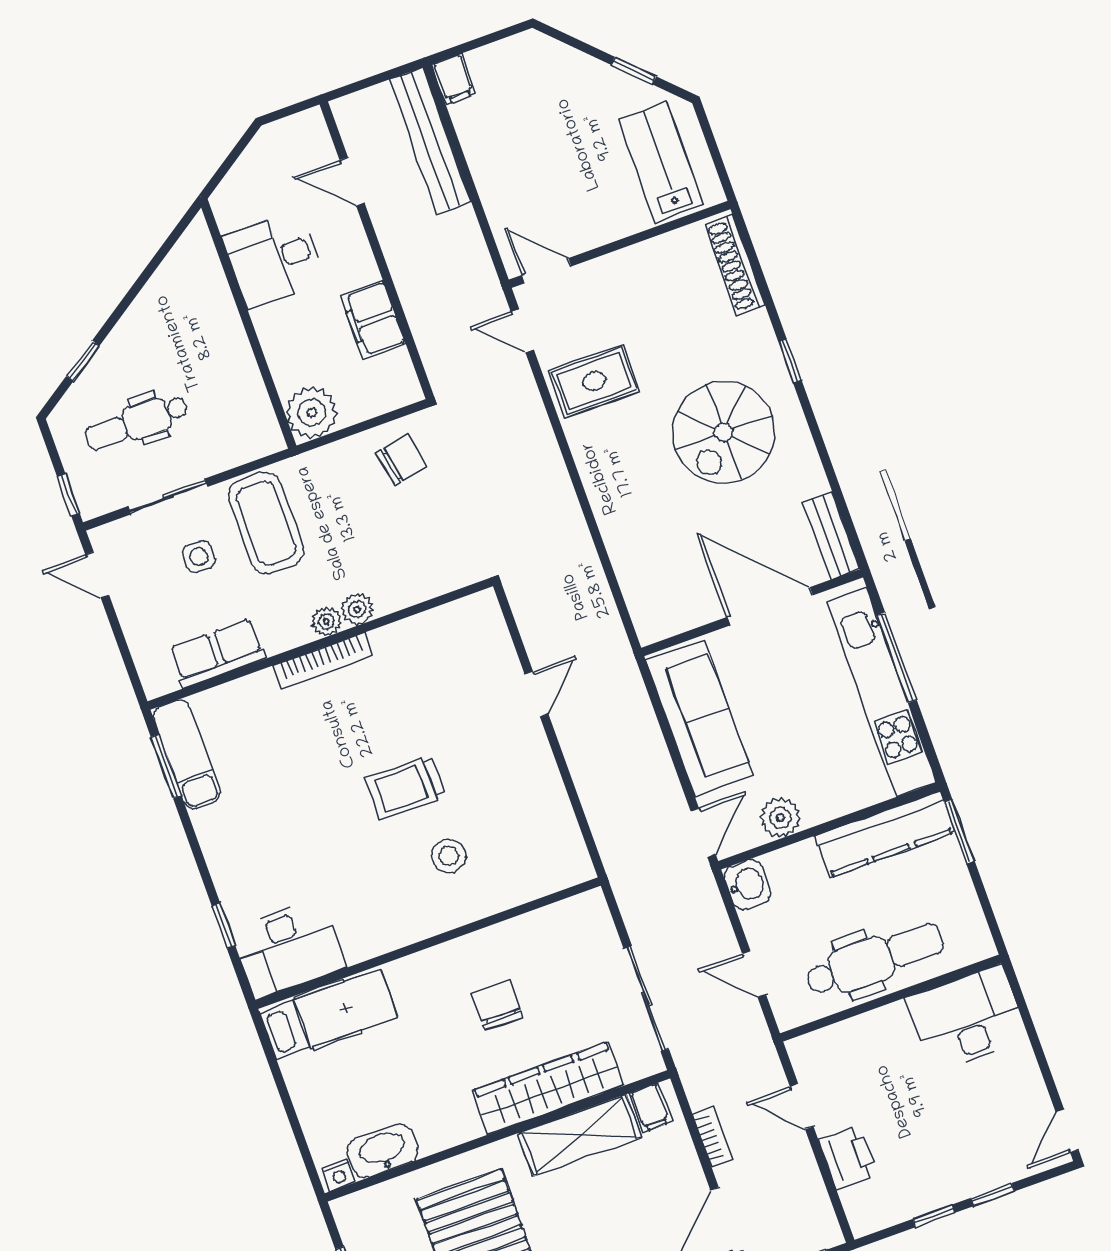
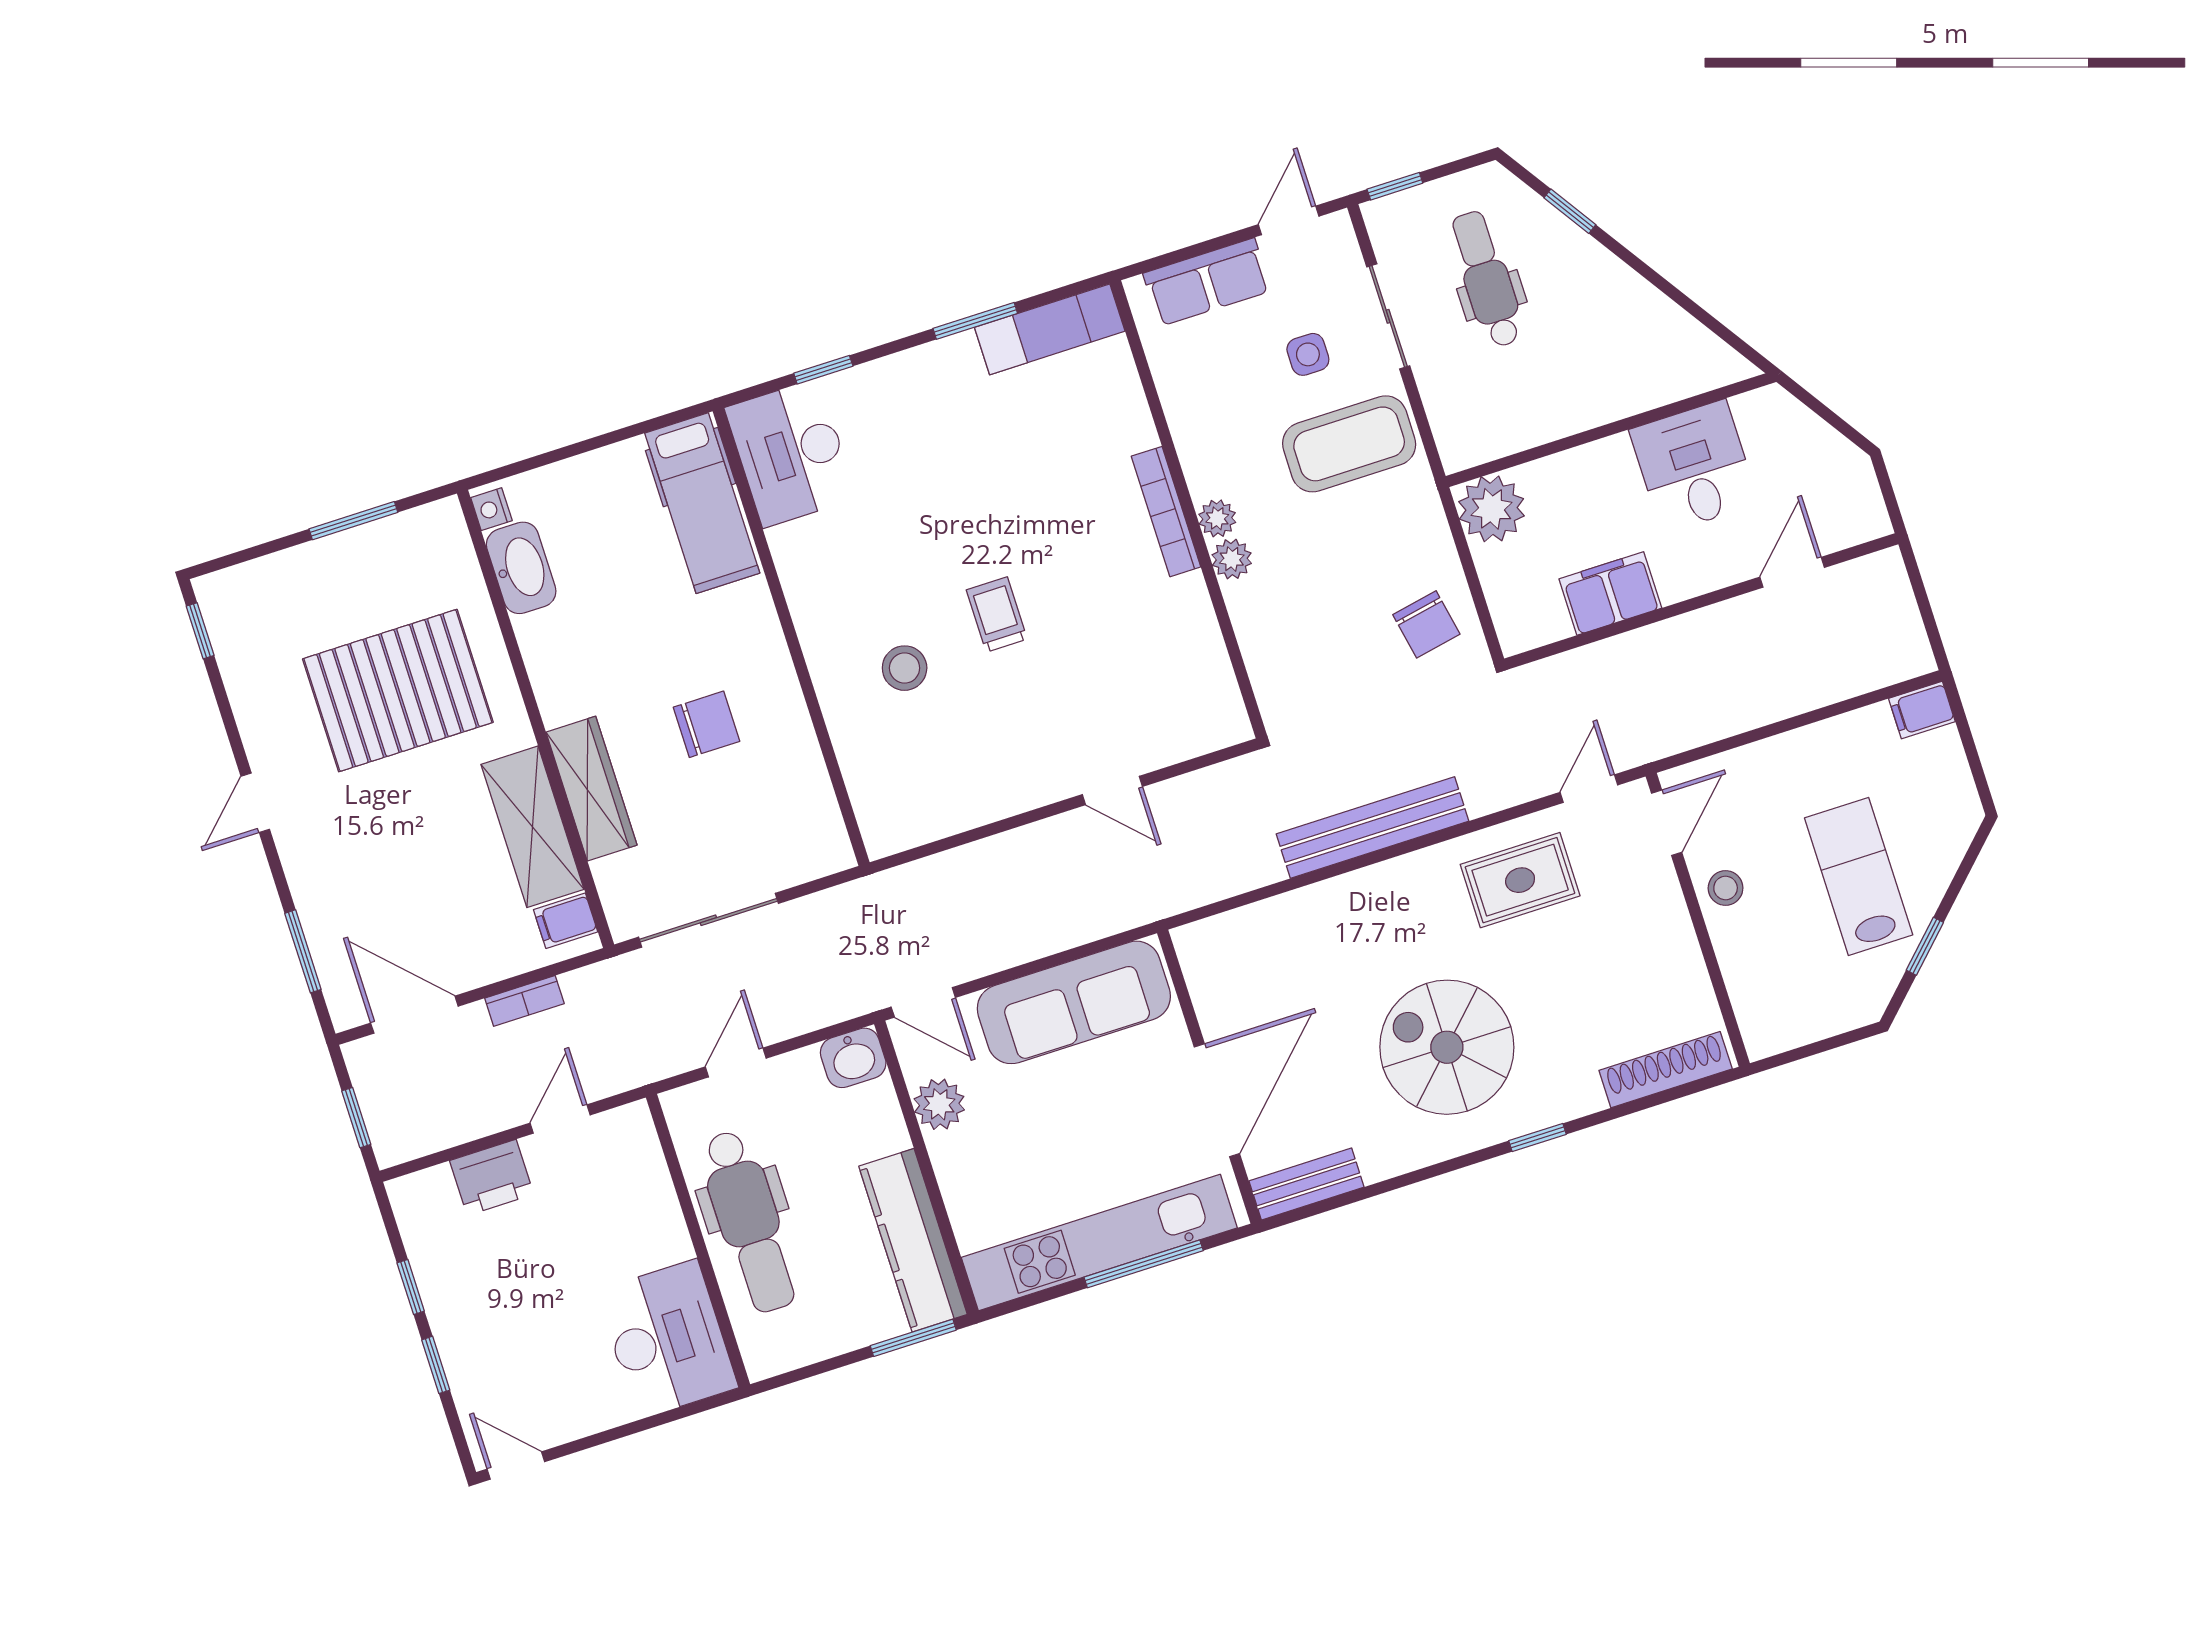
bench: (430, 141) -> (1373, 828), moved
lab bench: (661, 162) -> (1859, 876), moved, turned -90
stool: (595, 224) -> (1726, 888), added
rug: (594, 381) -> (1520, 880), turned 90
row of seats: (217, 653) -> (1207, 282), moved, turned 90
window: (166, 766) -> (975, 321), moved
trolley: (405, 787) -> (997, 615), width x0.73, depth x0.72
wardrobe: (548, 1088) -> (591, 789), width x0.71, depth x0.85

